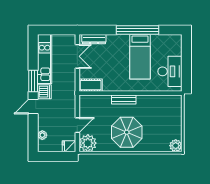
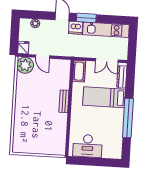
bed: (140, 57) -> (104, 97), moved
parasol: (127, 132) -> (33, 102), removed
plant: (176, 146) -> (18, 147), removed

